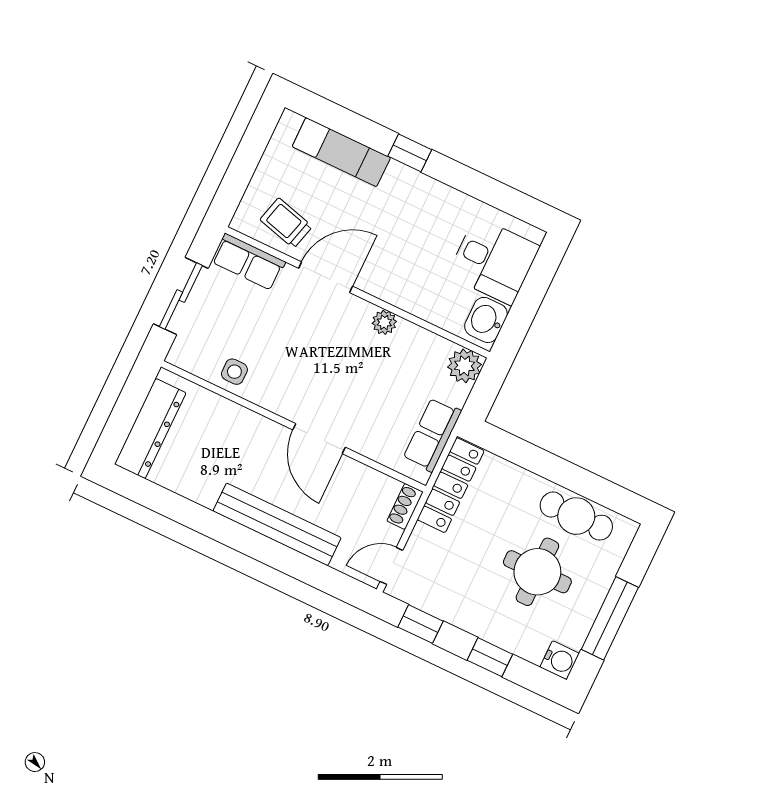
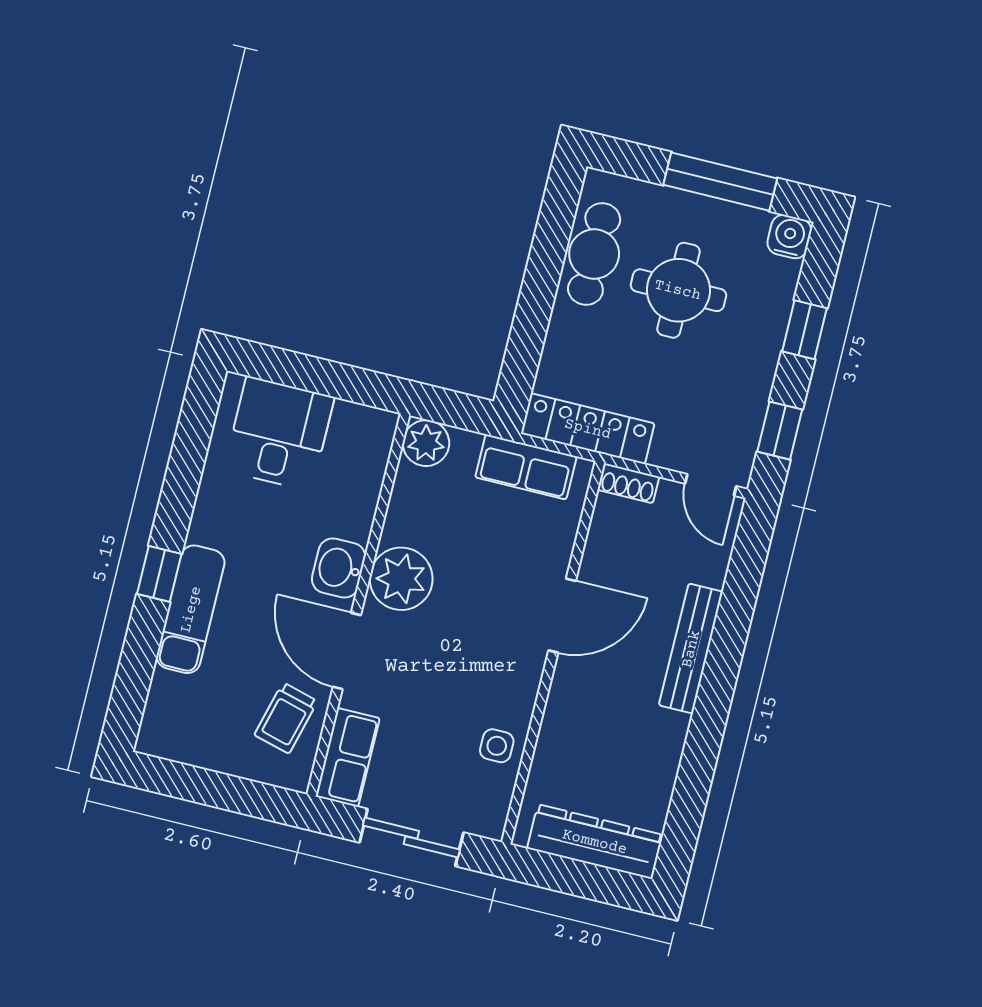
exam couch: (341, 152) -> (191, 609), moved
washbasin: (486, 320) -> (339, 568), moved, turned 90
plant: (384, 322) -> (401, 579), width x1.88, depth x1.88
bench: (277, 524) -> (691, 649), width x0.73, depth x0.82

